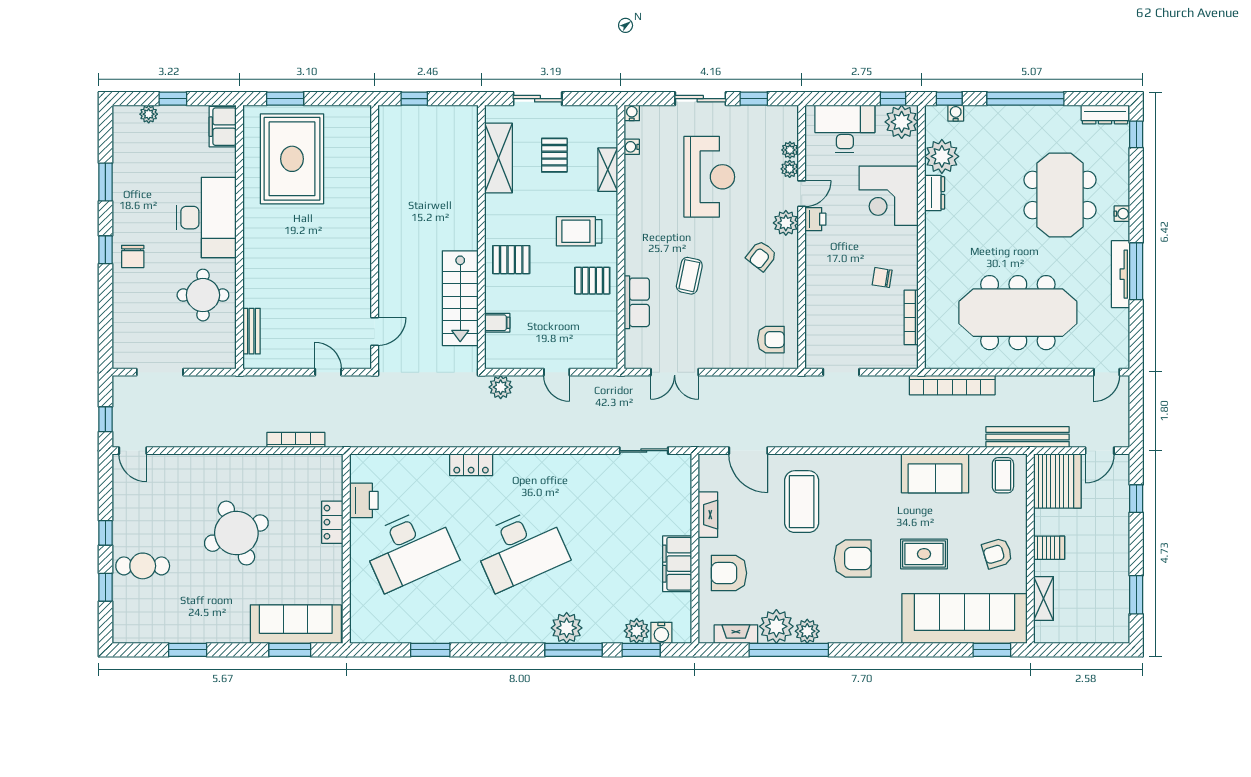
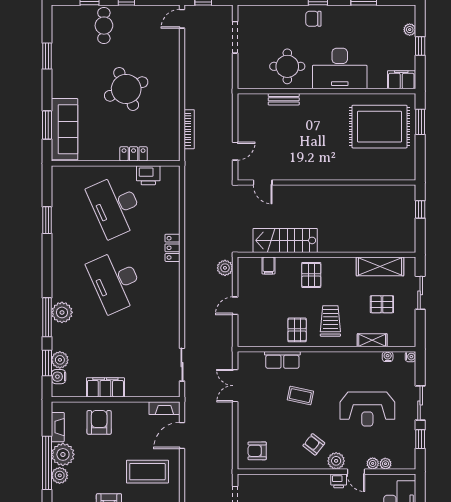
bench: (251, 331) -> (284, 99), moved
armchair: (771, 340) -> (257, 451), turned 90
fireplace: (708, 515) -> (164, 408), moved

